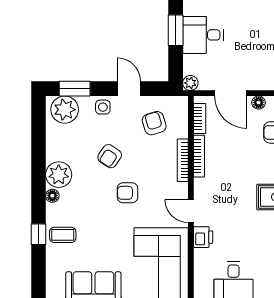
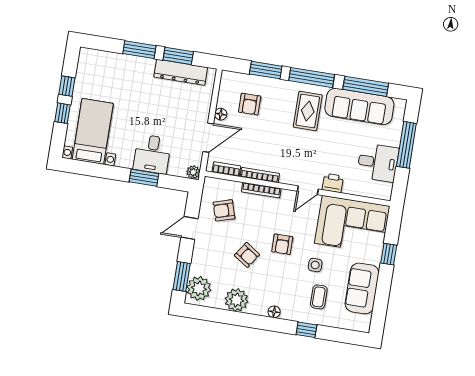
side table: (103, 107) -> (315, 265), moved
plant: (59, 175) -> (236, 300), moved
coffee table: (63, 235) -> (319, 297), moved

